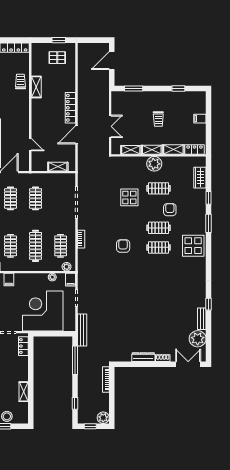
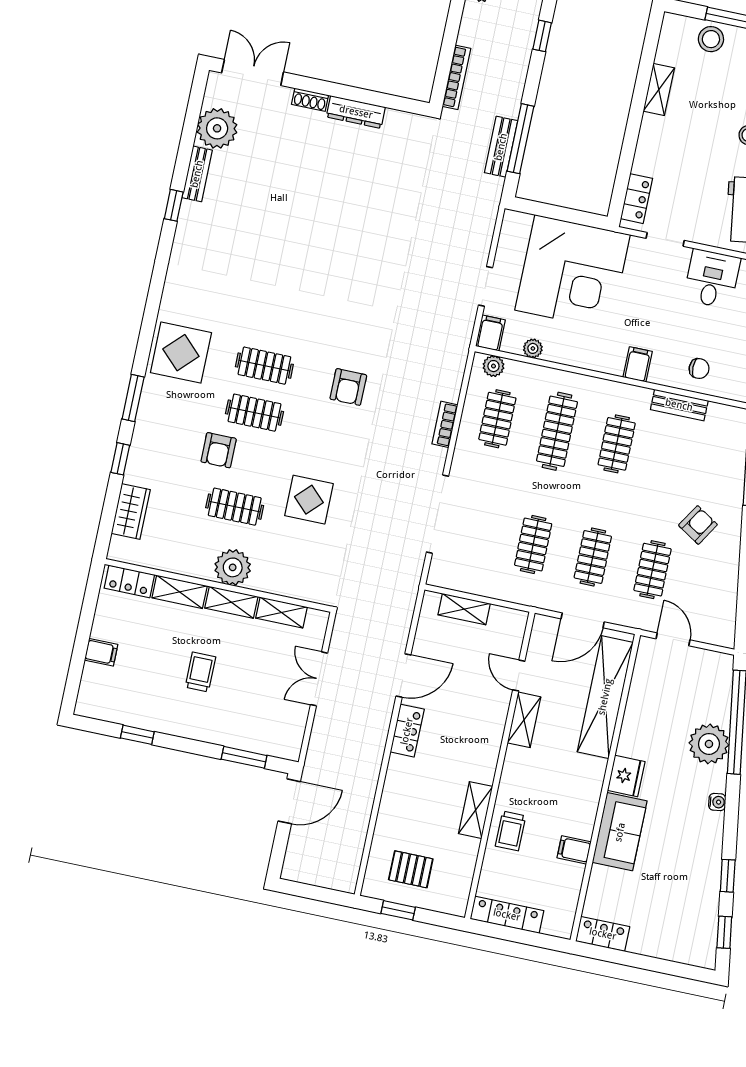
door: (112, 61) -> (289, 801), moved
locker: (70, 108) -> (407, 731), width x0.66
shelving: (24, 127) -> (524, 720), added
bench: (82, 330) -> (501, 147), moved, width x0.73
double door: (188, 364) -> (253, 72), swing flipped

